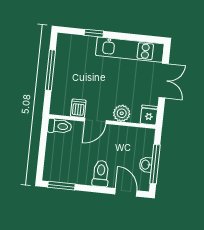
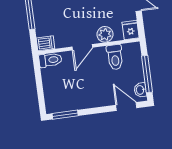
dishwasher: (78, 108) -> (45, 43), moved, turned 90
washbasin: (146, 165) -> (140, 90), moved
toilet: (101, 173) -> (115, 57), moved, turned 180

